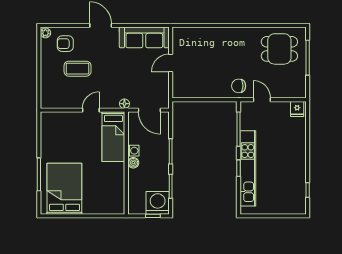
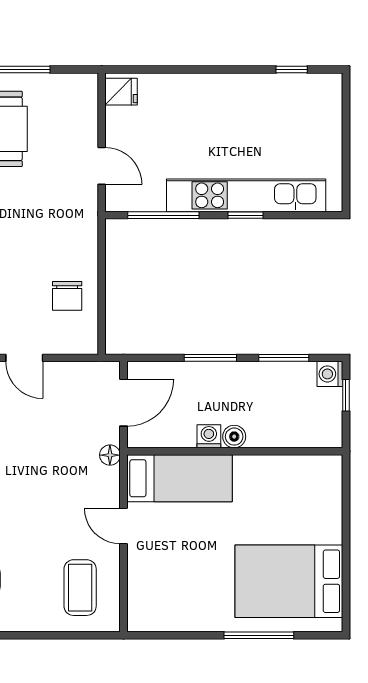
coffee table: (78, 69) -> (80, 588), moved
chair: (239, 86) -> (67, 296), moved
door: (262, 100) -> (102, 166), swing flipped
washing machine: (158, 203) -> (330, 374), width x0.53, depth x0.53

